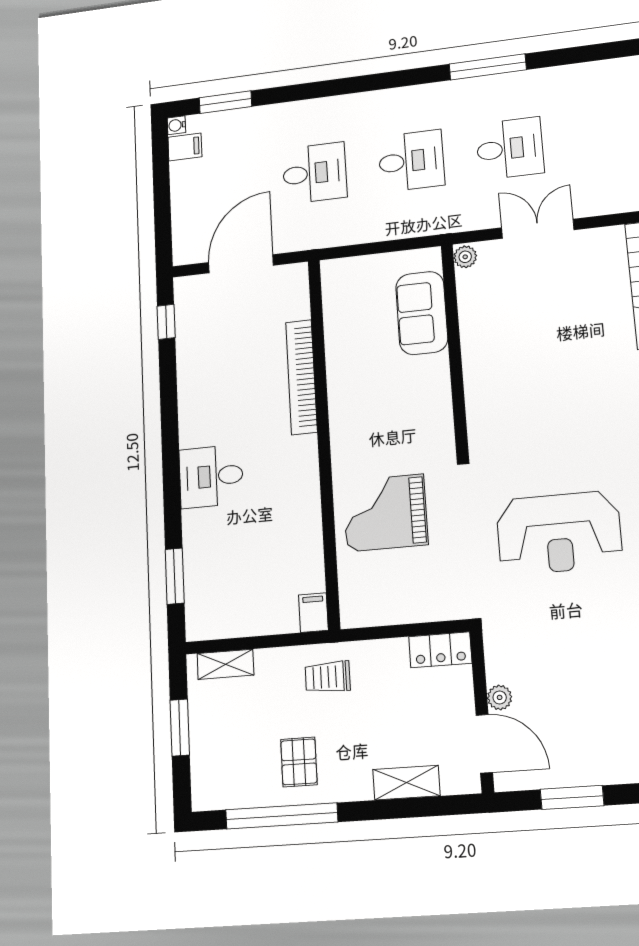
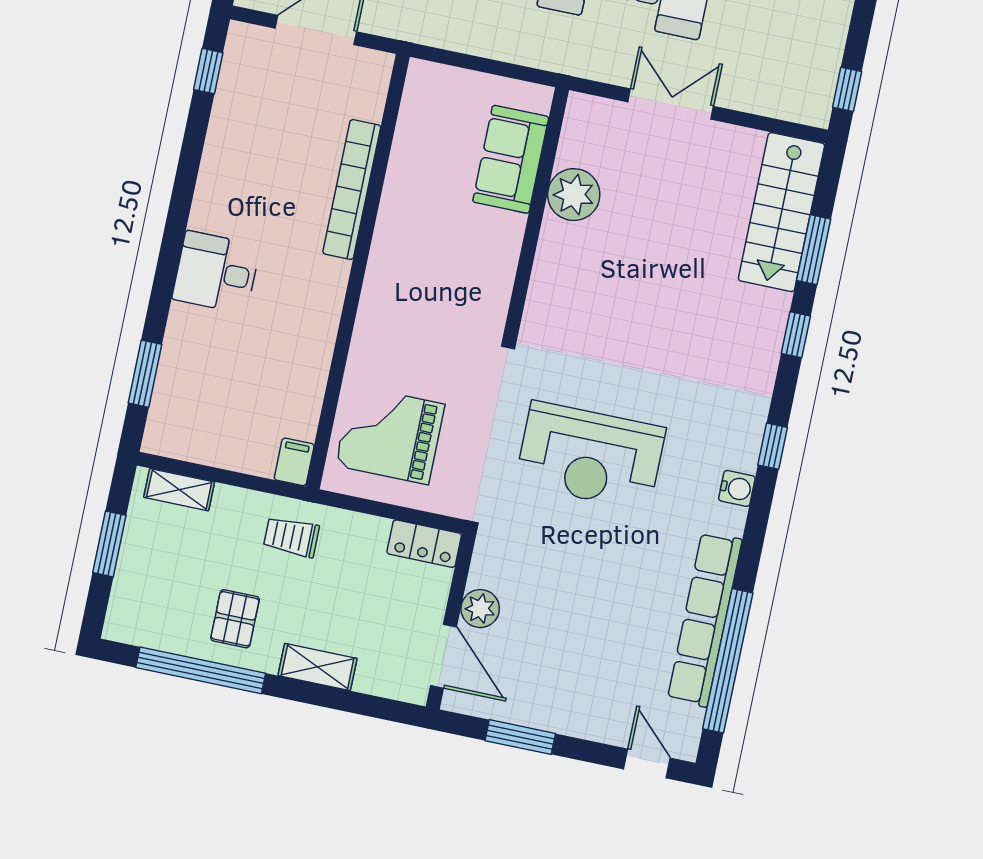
plant: (465, 257) -> (574, 195), moved, width x1.87, depth x1.87
grand piano: (385, 513) -> (390, 435), moved
plant: (500, 697) -> (480, 609), width x1.38, depth x1.38
shelving: (406, 783) -> (318, 667), moved

